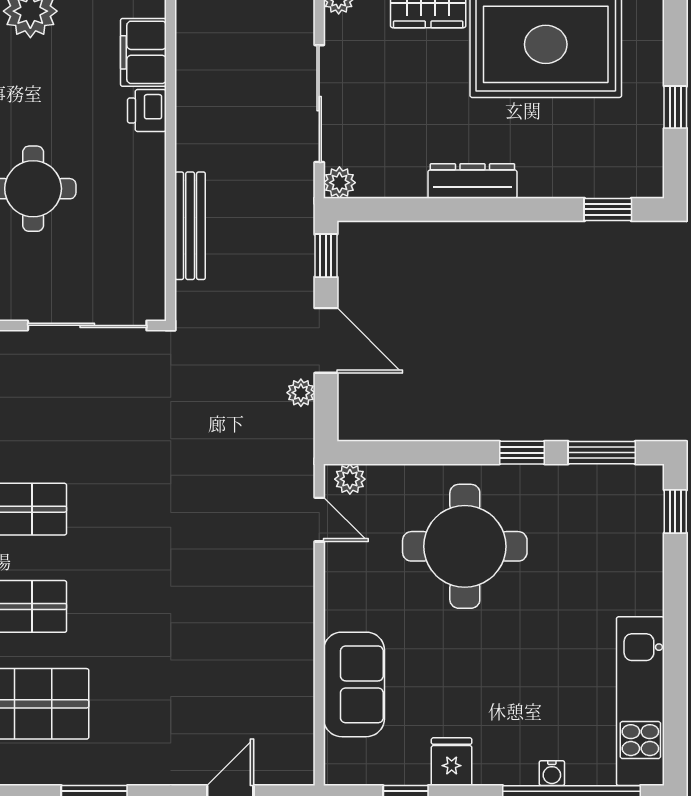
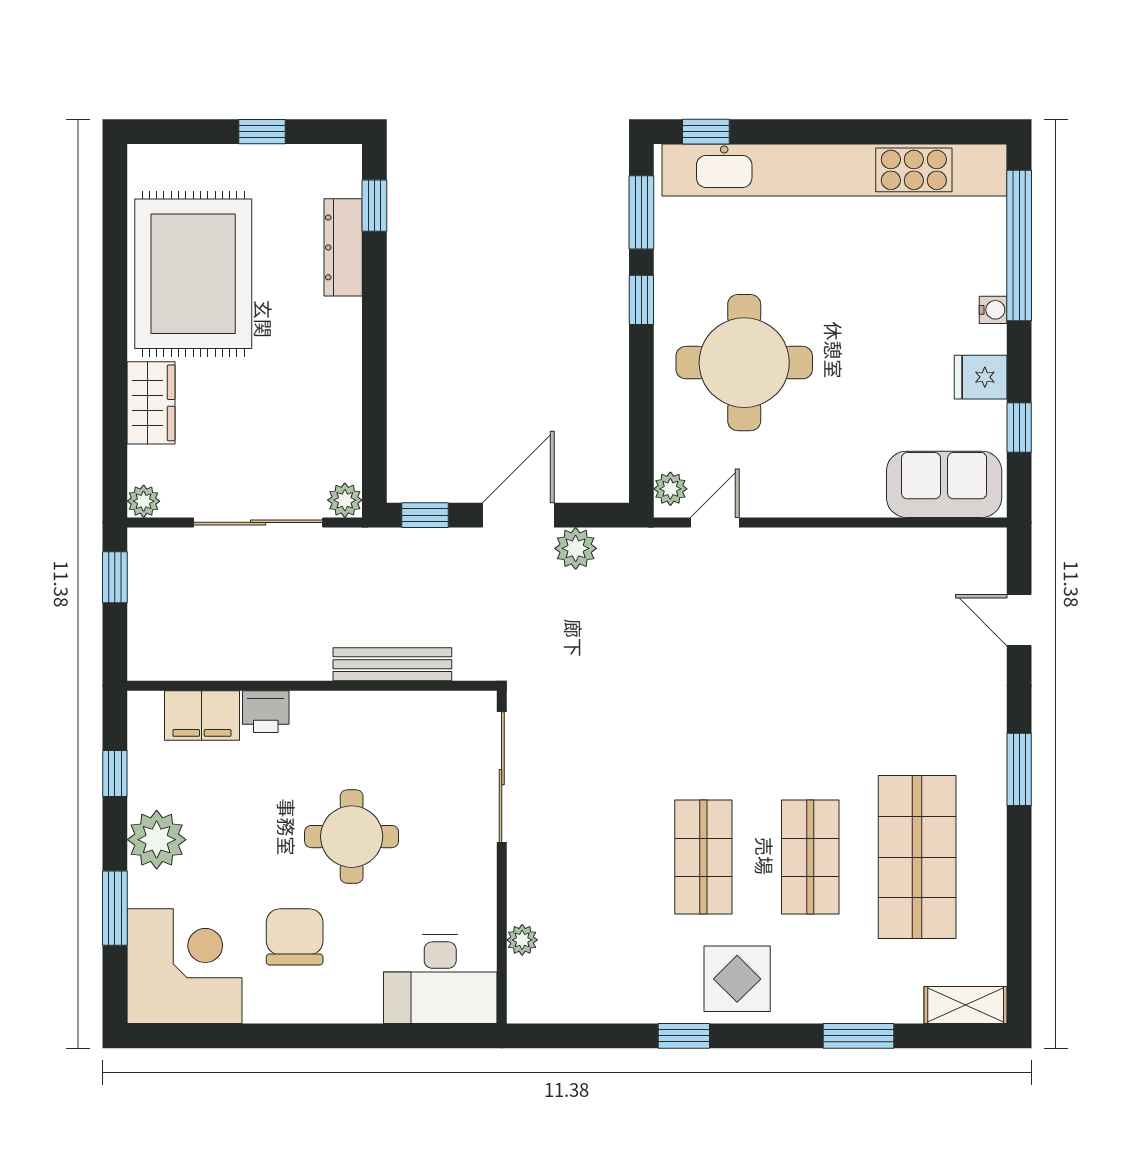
dresser: (472, 181) -> (343, 247), moved
plant: (301, 393) -> (576, 548), width x1.38, depth x1.38
sofa: (354, 684) -> (944, 484), moved
kitchen unit: (640, 701) -> (835, 170), width x1.86
water cooler: (552, 773) -> (993, 310), moved

